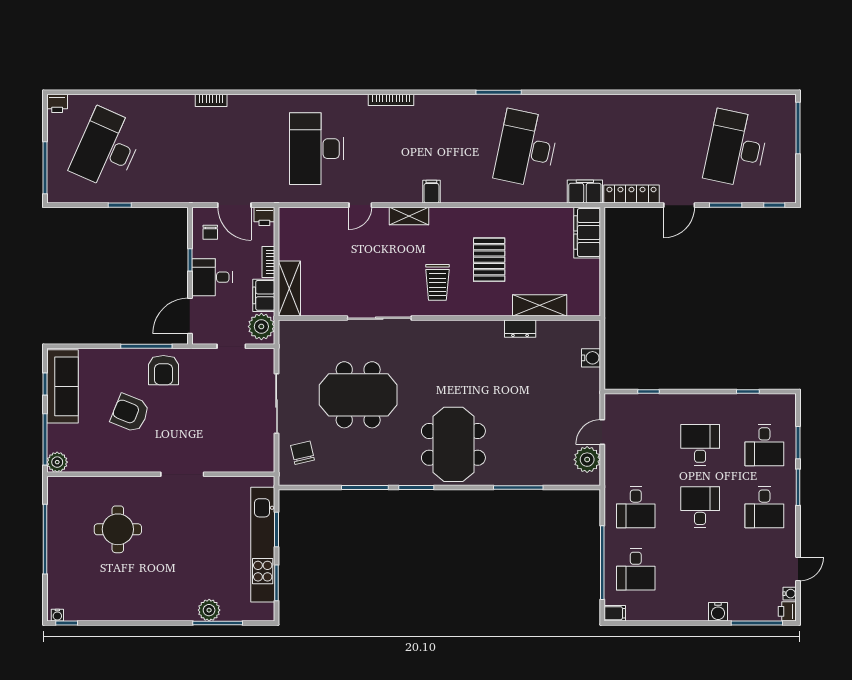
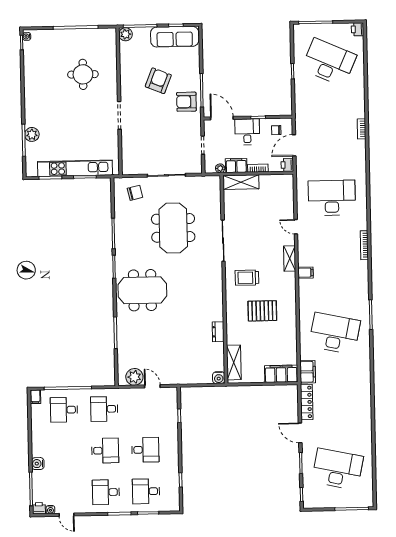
shelving: (540, 305) -> (234, 362), moved
plant: (261, 327) -> (220, 168), width x0.53, depth x0.53
water cooler: (591, 358) -> (219, 378), moved

